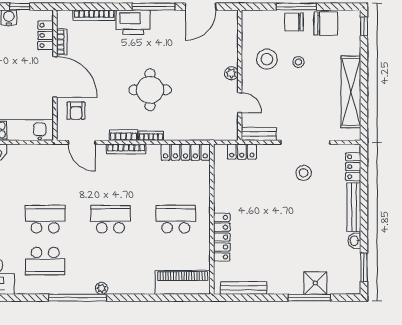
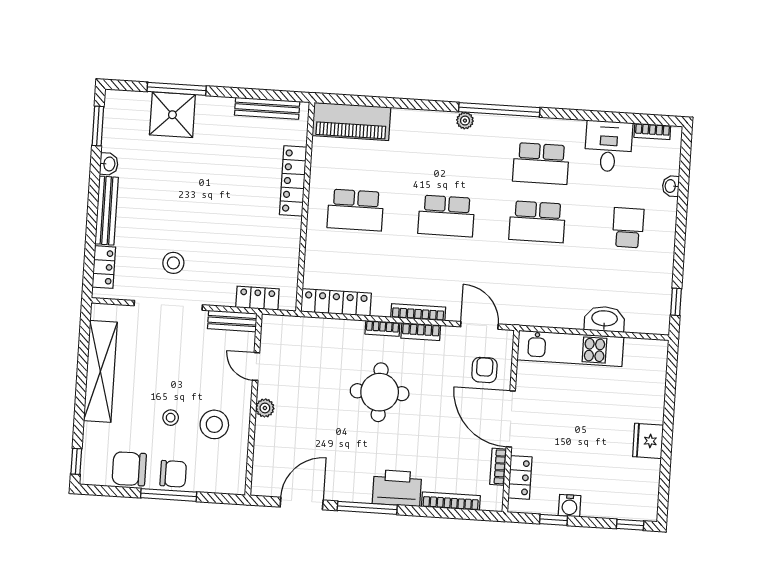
school desk: (45, 261) -> (541, 164), turned 180
shower: (315, 283) -> (172, 115), width x1.36, depth x1.36

